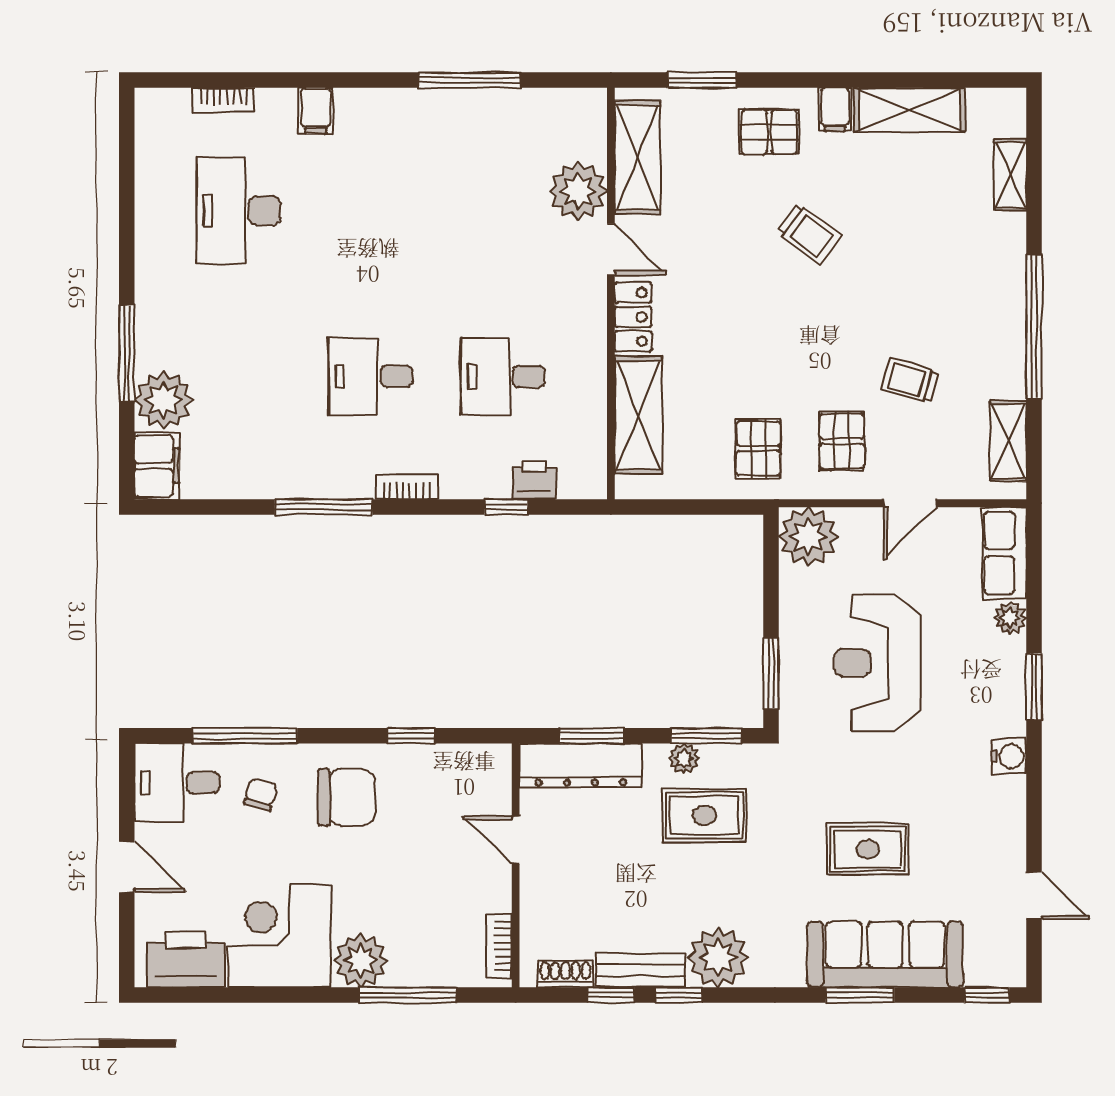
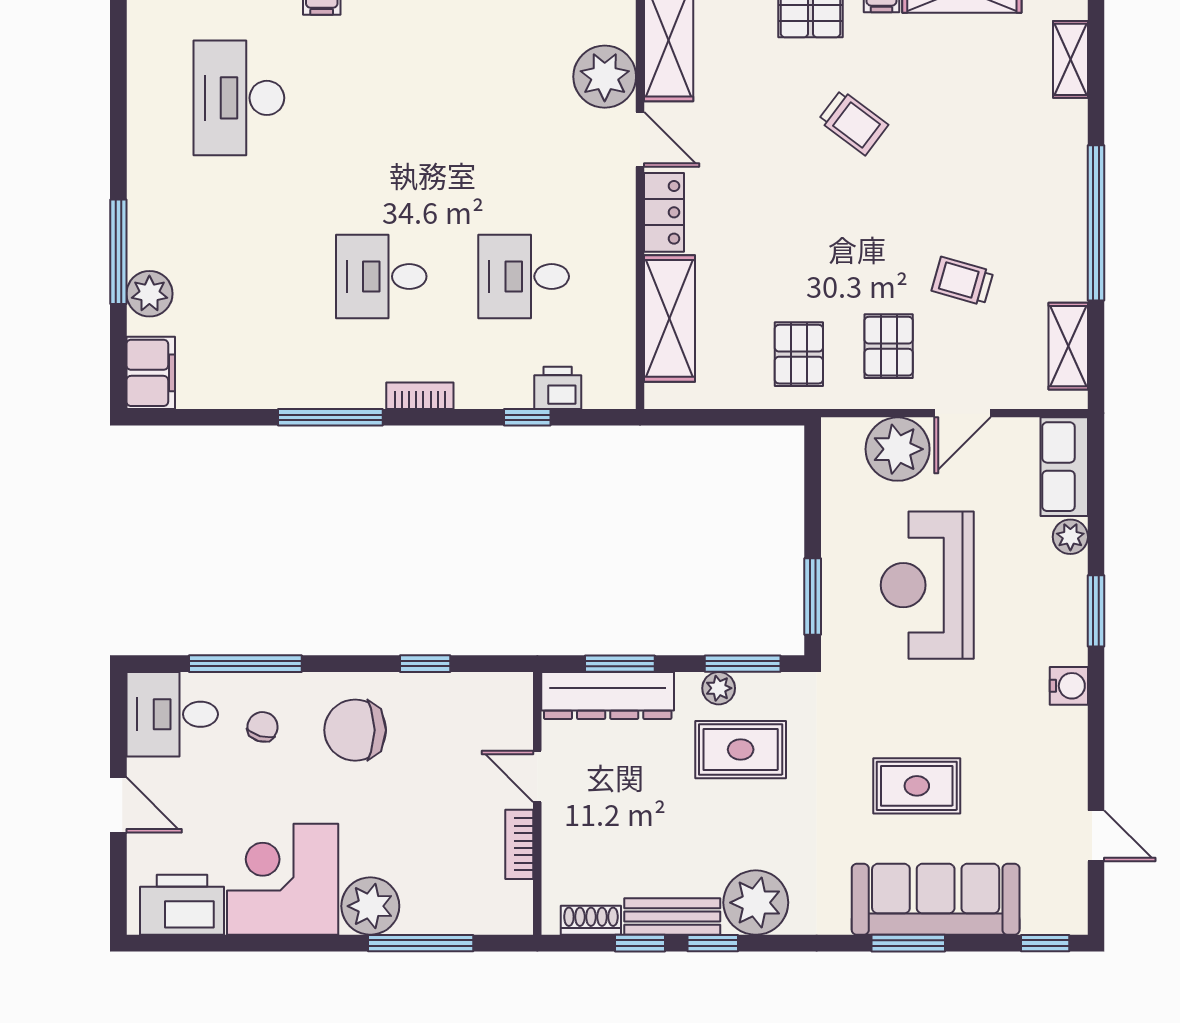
plant: (163, 400) -> (149, 294), width x0.73, depth x0.73
plant: (808, 537) -> (898, 449), moved
chair: (347, 797) -> (355, 730), turned 180
bookcase: (499, 946) -> (519, 844), moved

